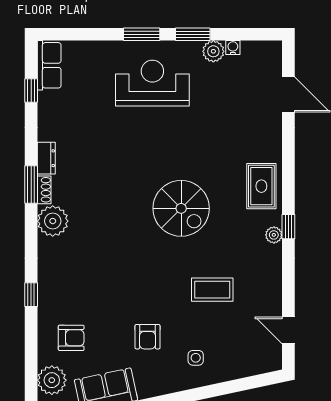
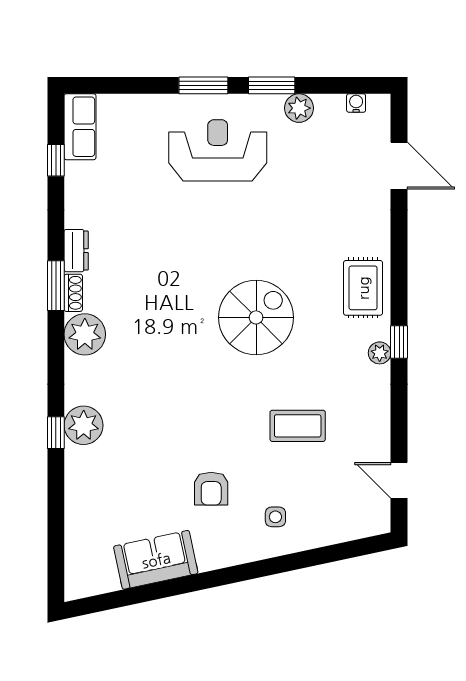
water cooler: (233, 48) -> (356, 103), moved
spiral stairs: (181, 208) -> (256, 317), turned -90
armchair: (71, 338) -> (109, 490), removed
plant: (52, 380) -> (84, 425), moved

